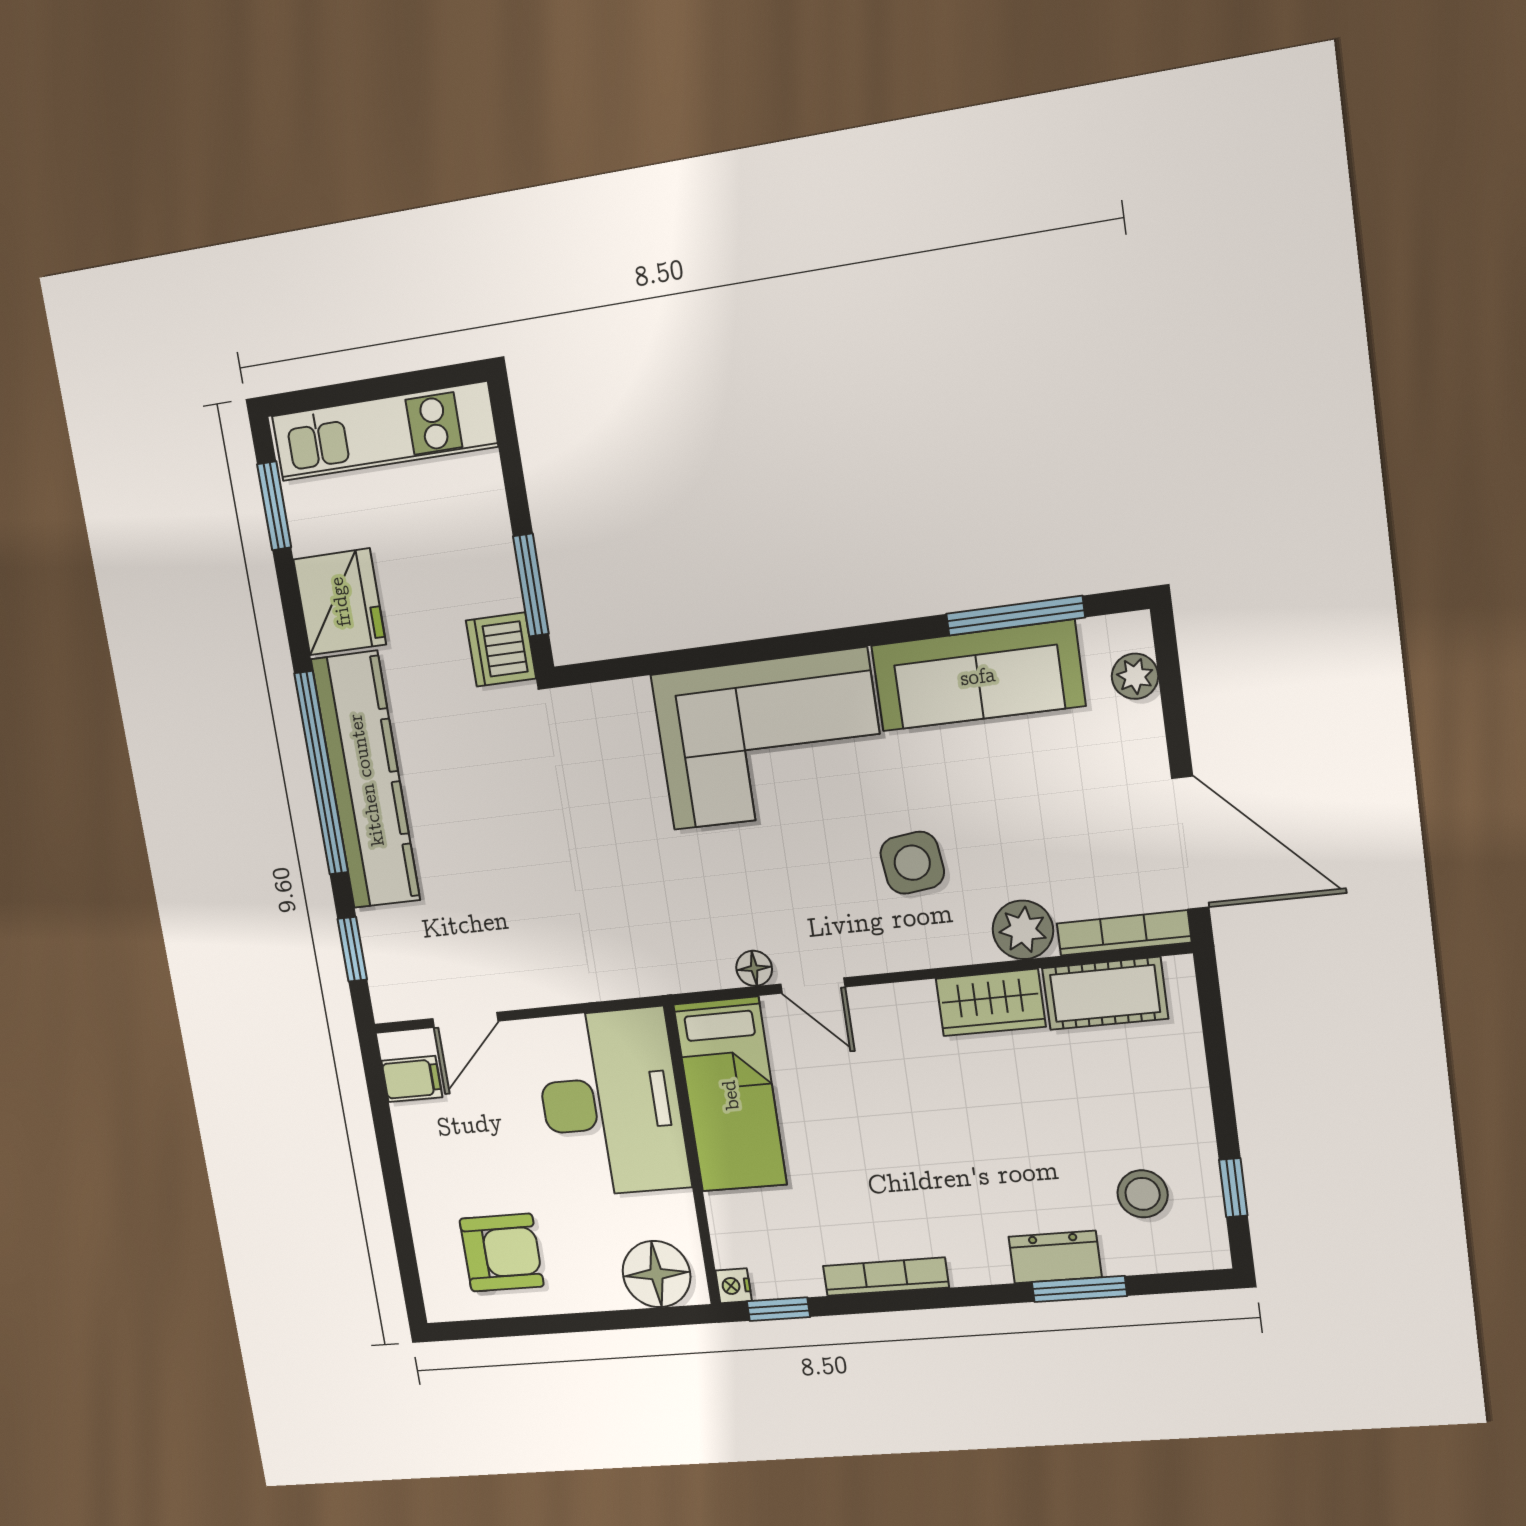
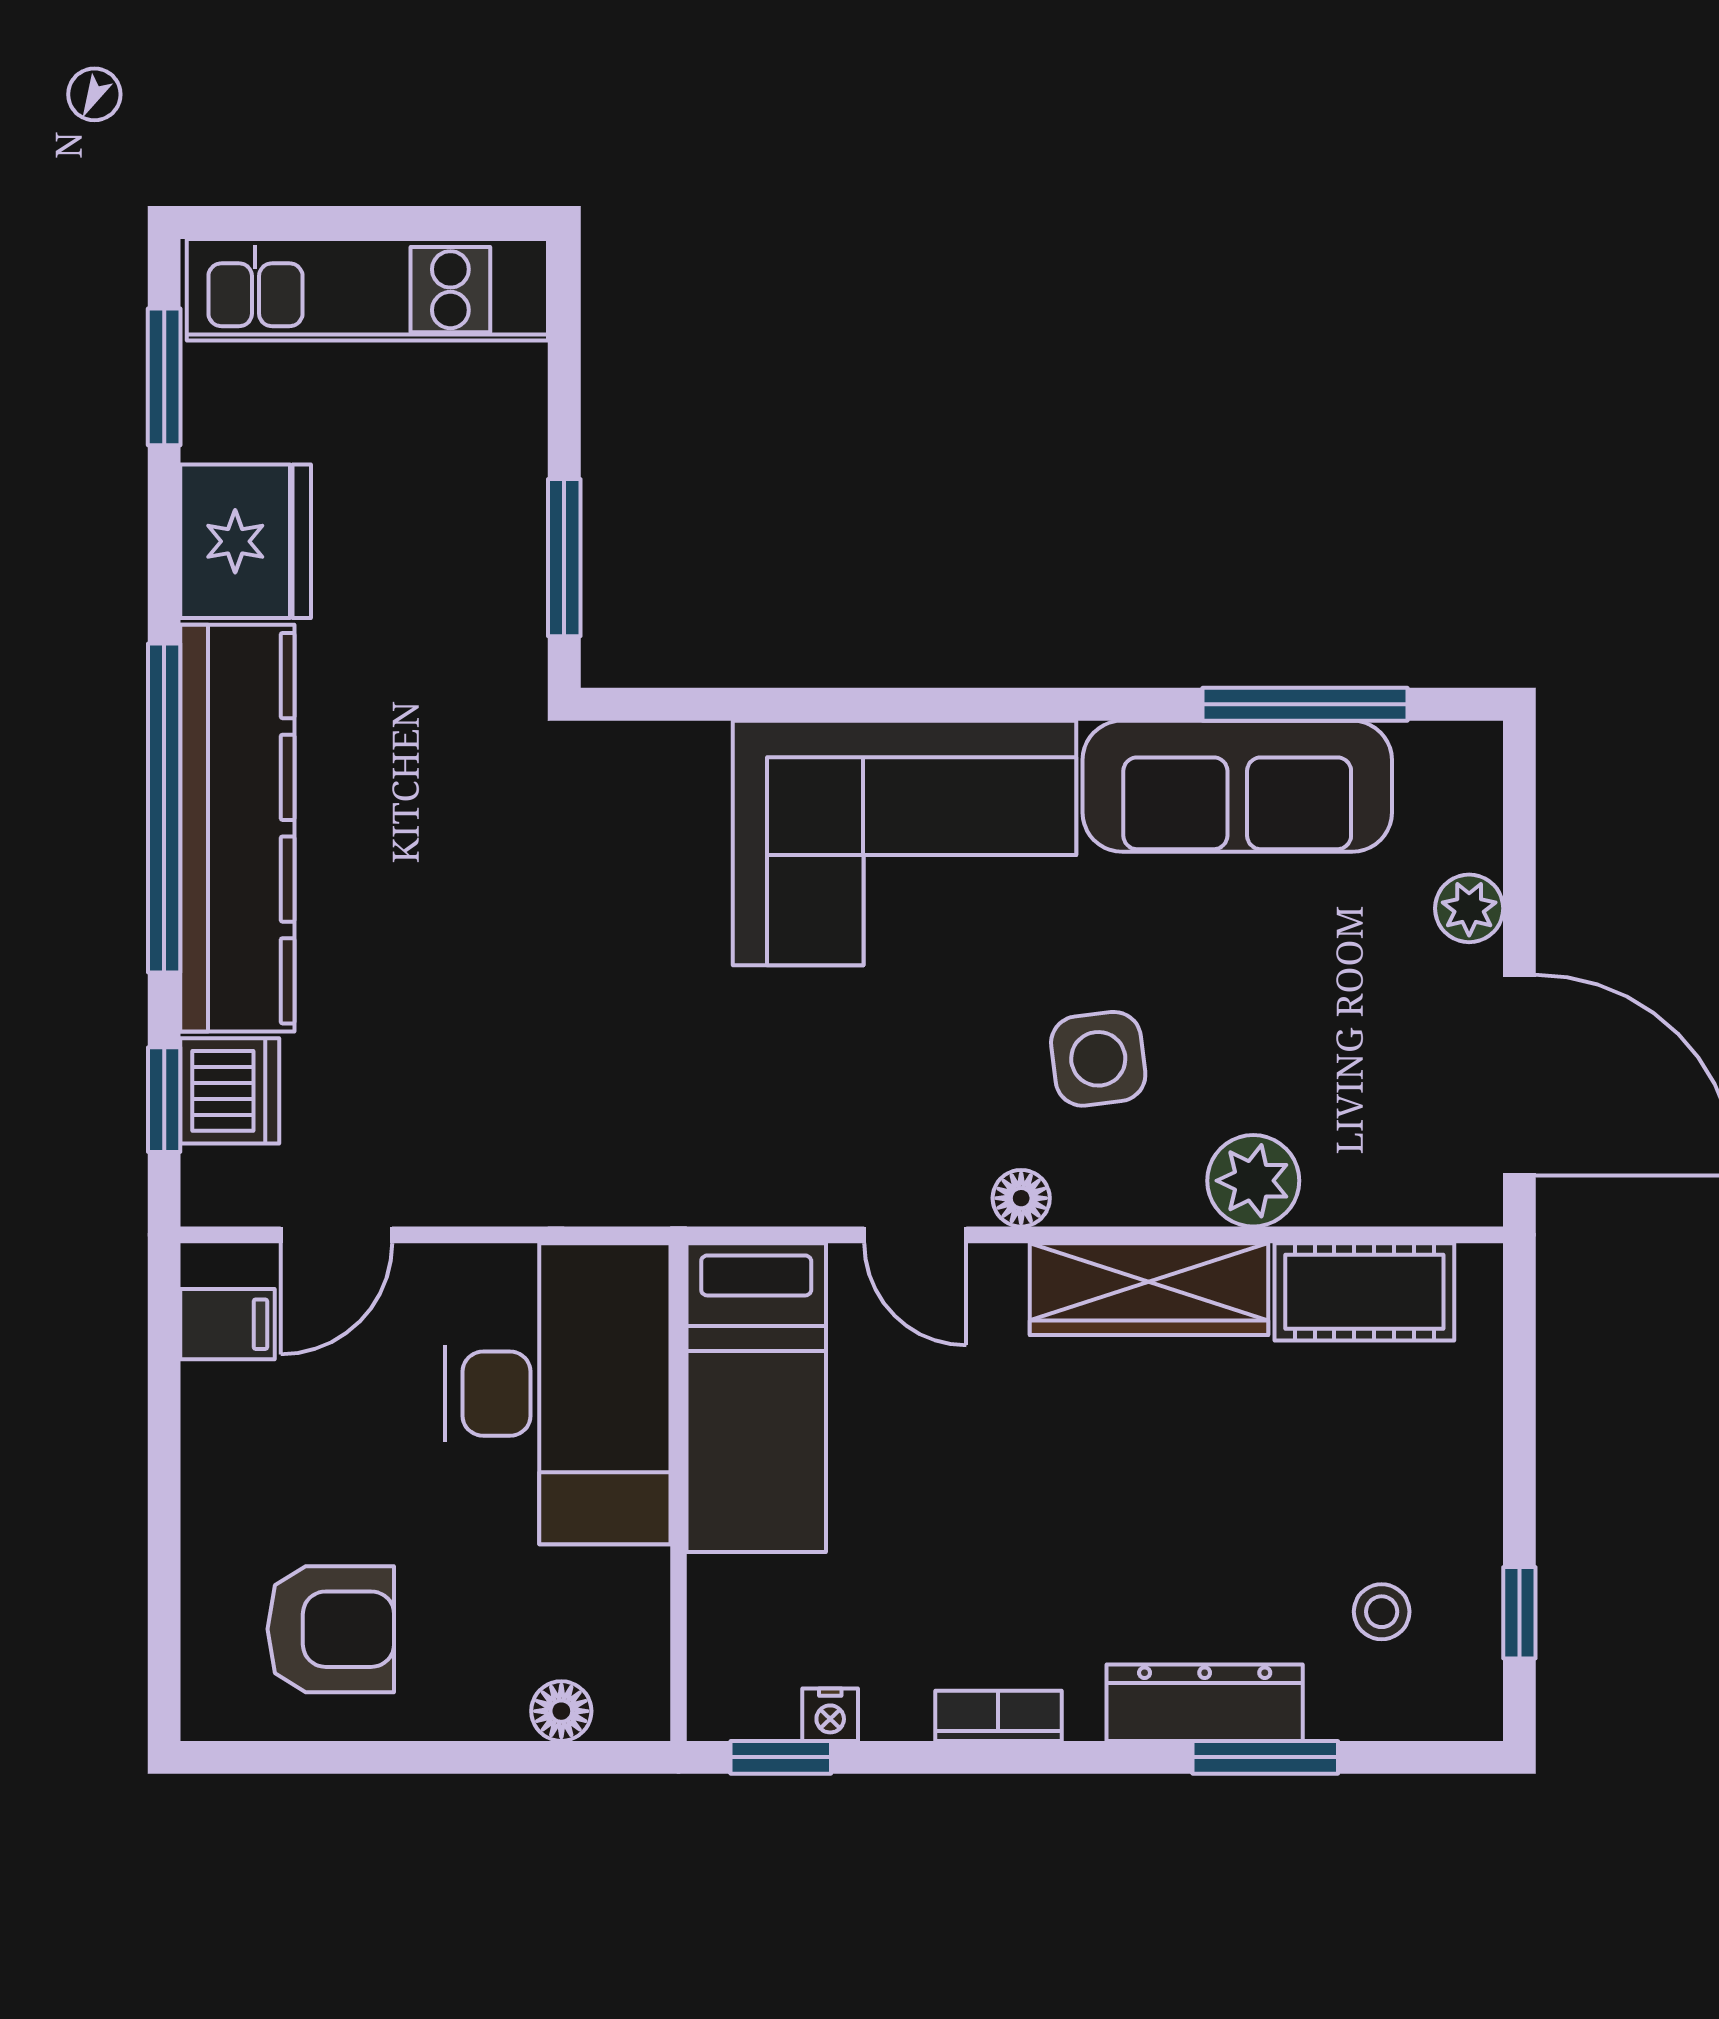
dishwasher: (501, 649) -> (230, 1091), moved, turned 180
plant: (1135, 676) -> (1469, 908), moved
bookcase: (1124, 933) -> (1404, 1201), removed
floor lamp: (754, 968) -> (1021, 1198), moved
wardrobe: (991, 1003) -> (1149, 1289), width x1.50
stool: (1143, 1194) -> (1382, 1612), width x0.73, depth x0.73
dresser: (1055, 1257) -> (1205, 1703), width x1.44
floor lamp: (657, 1274) -> (561, 1711), width x0.53, depth x0.53
bookcase: (886, 1277) -> (998, 1716), width x0.64
nightstand: (734, 1286) -> (830, 1715), moved, turned -90

